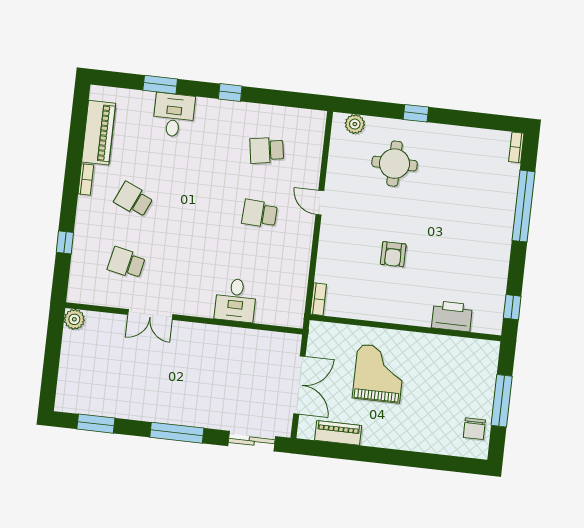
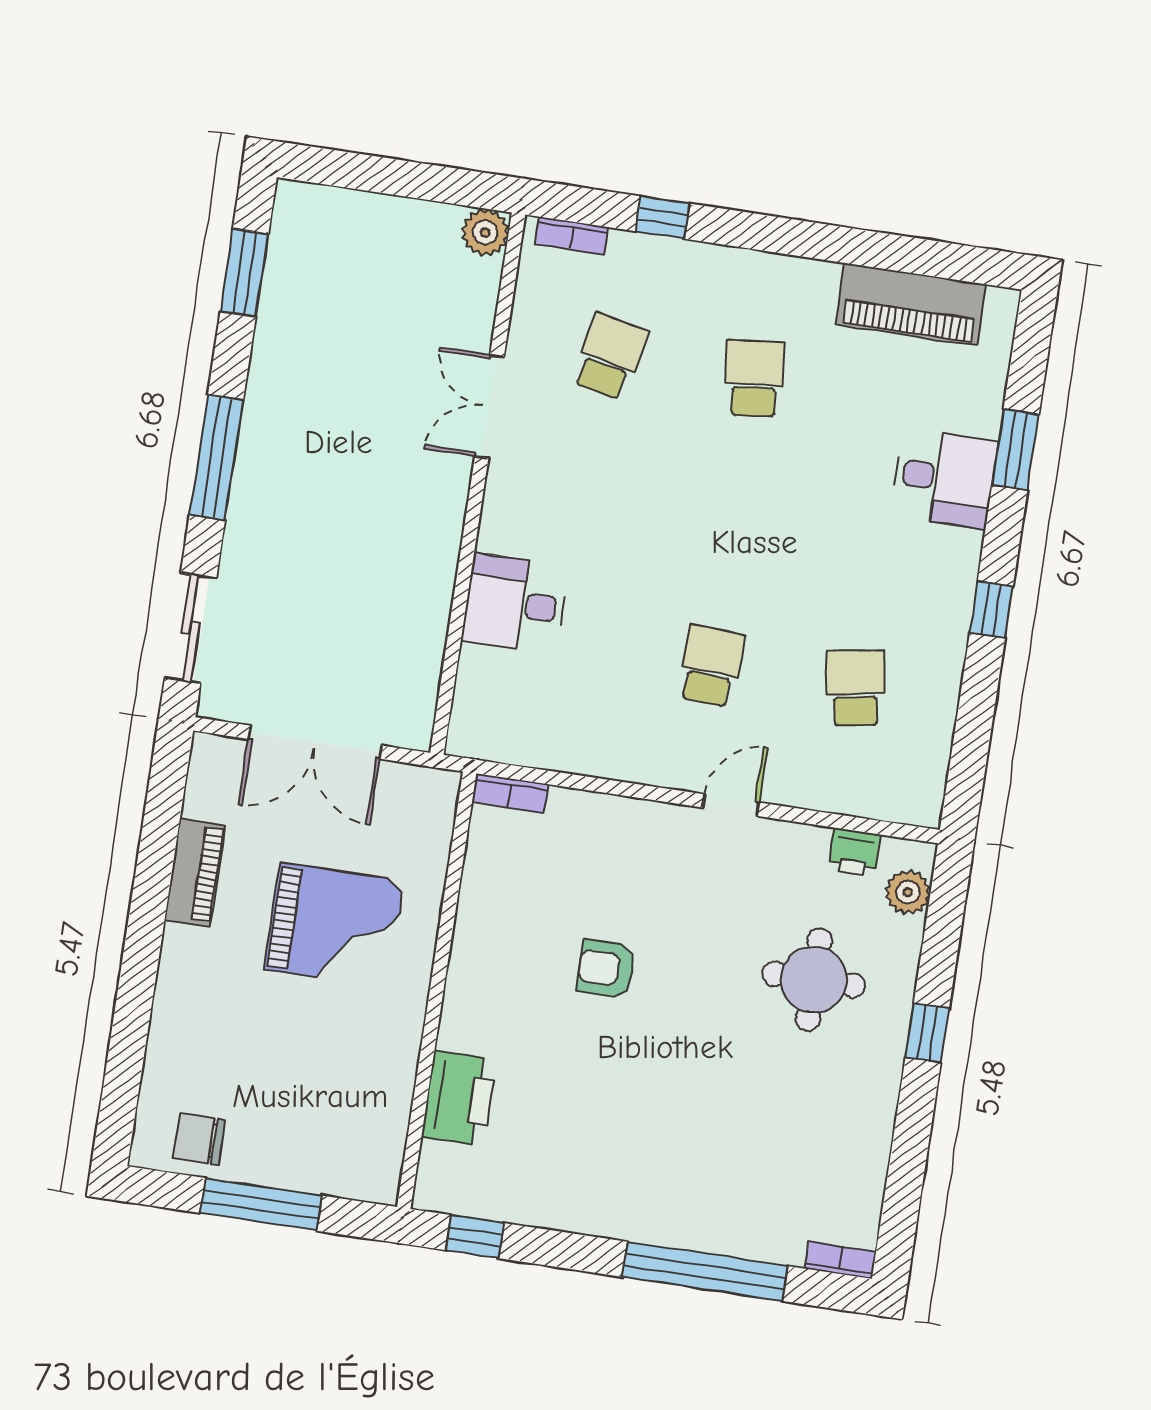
printer: (338, 148) -> (854, 852), added
bookcase: (86, 179) -> (571, 236), moved
school desk: (134, 200) -> (754, 379), turned -30
piano: (338, 433) -> (195, 873), moved

